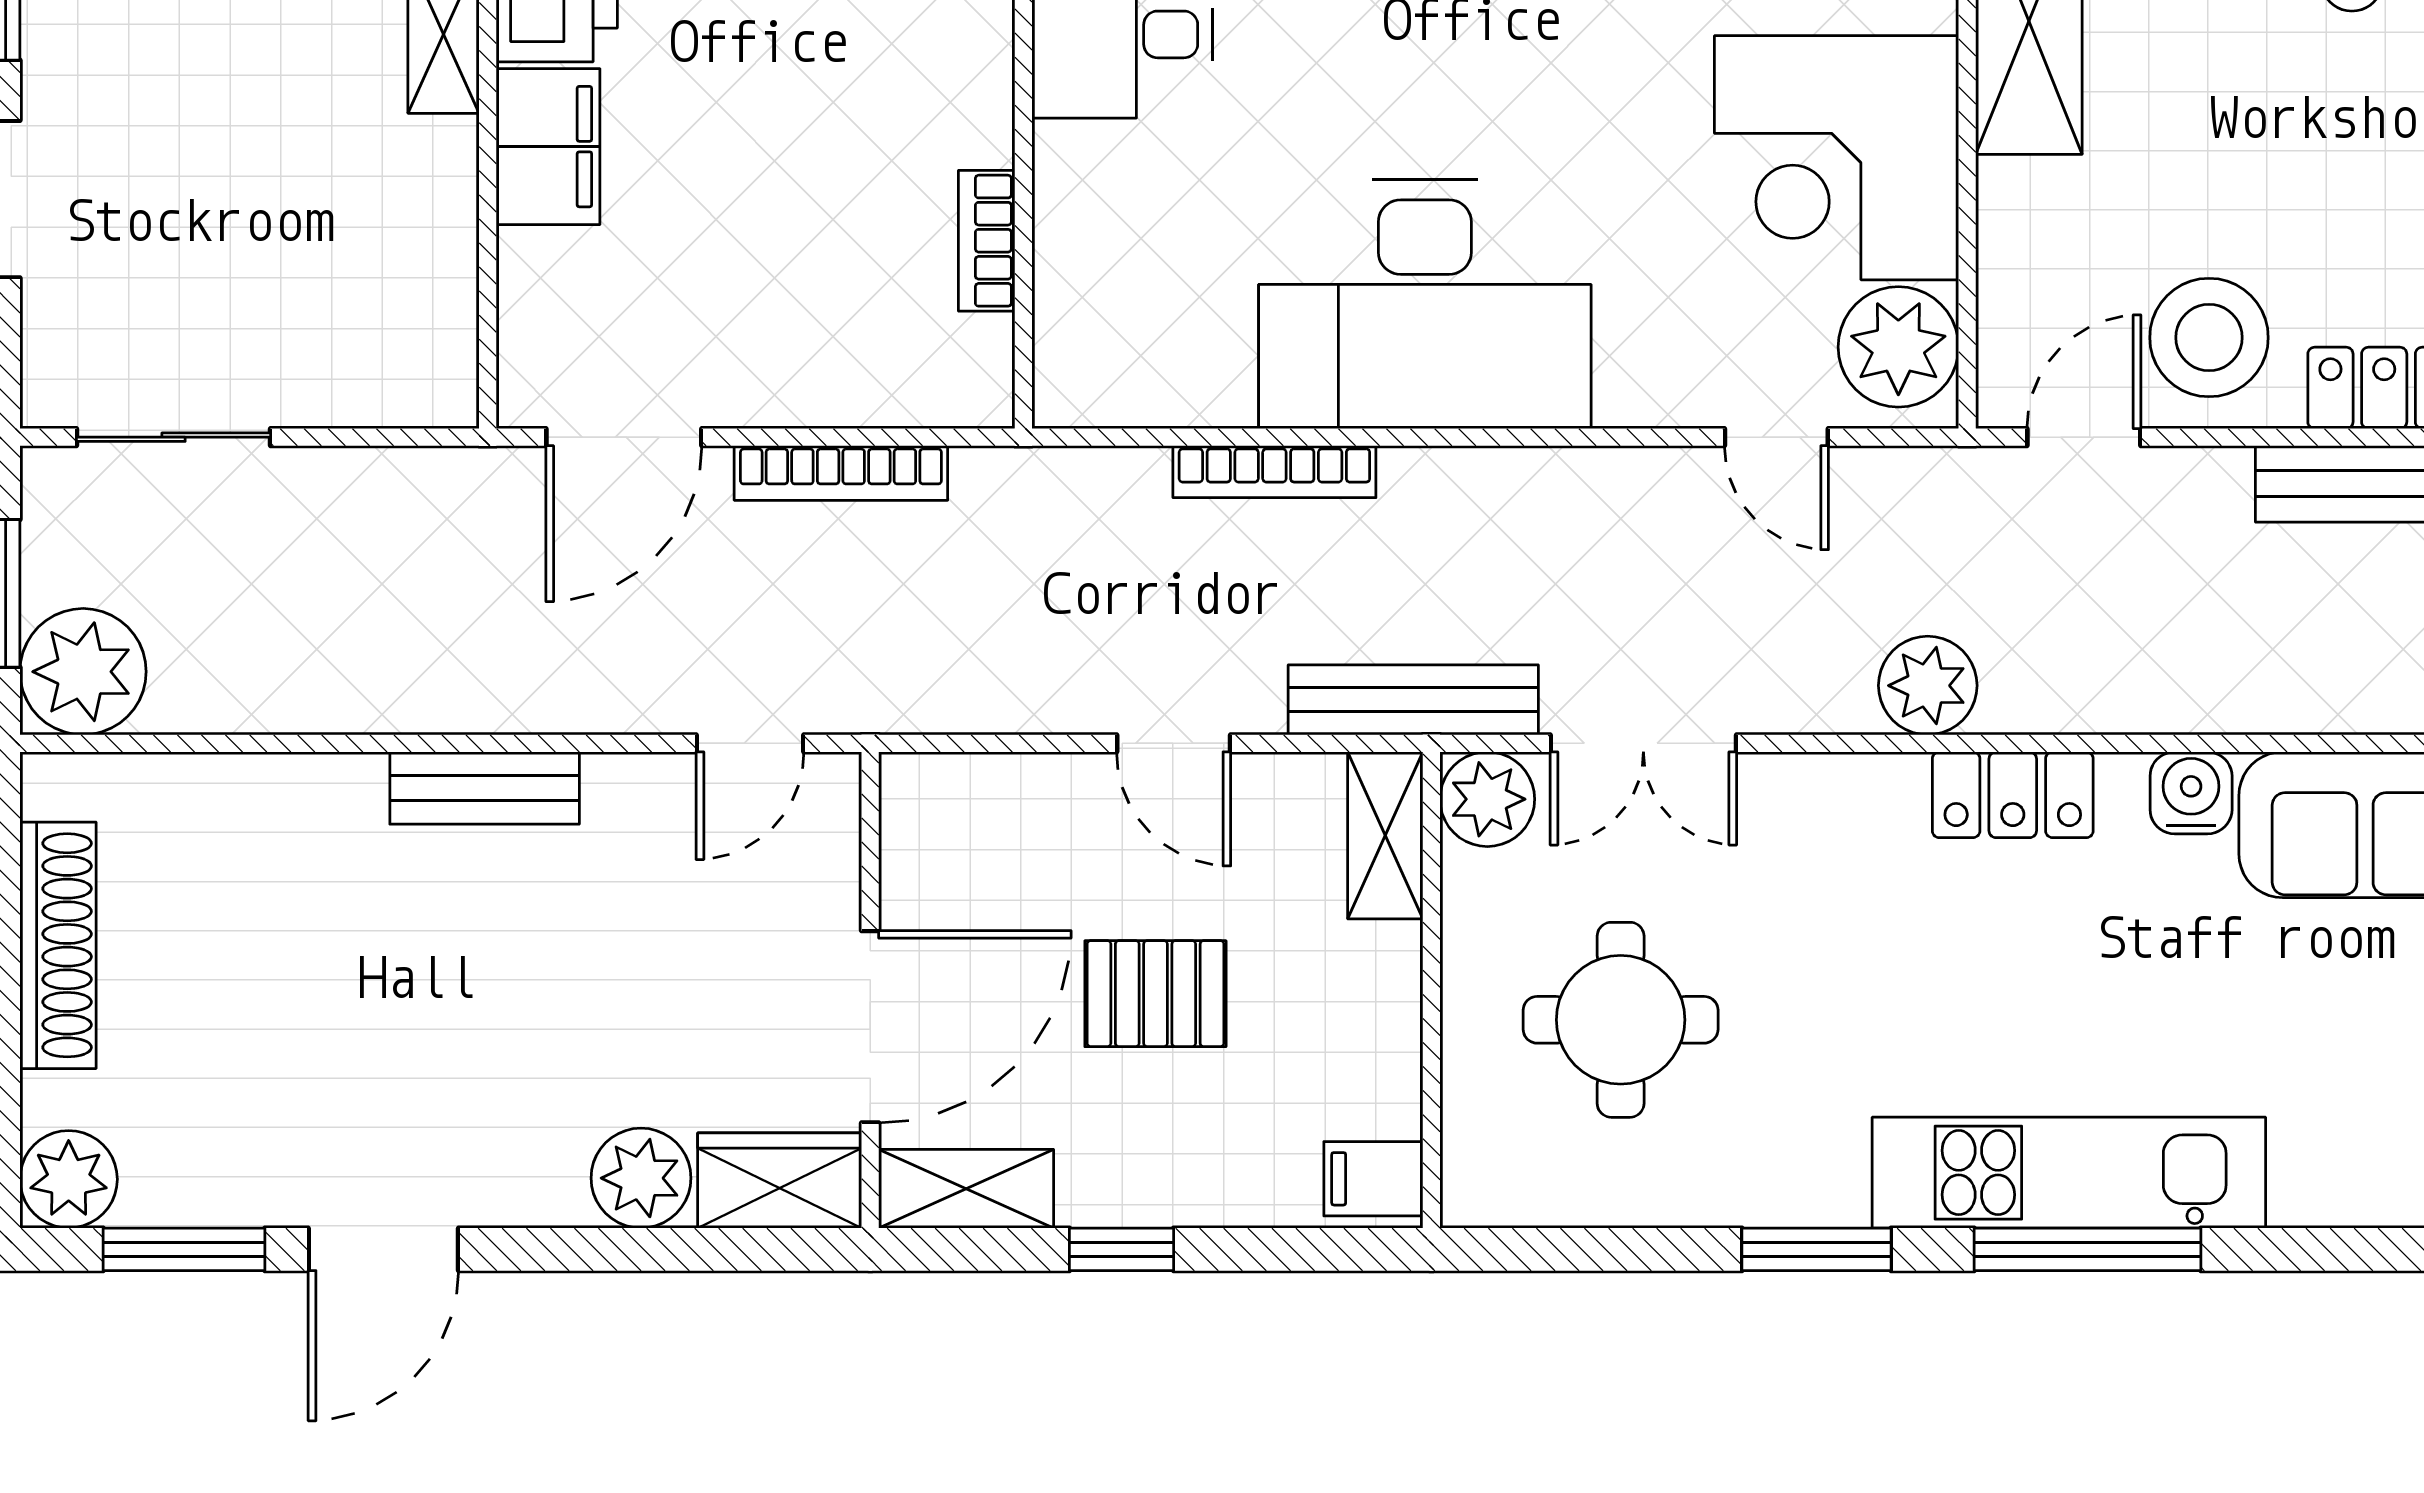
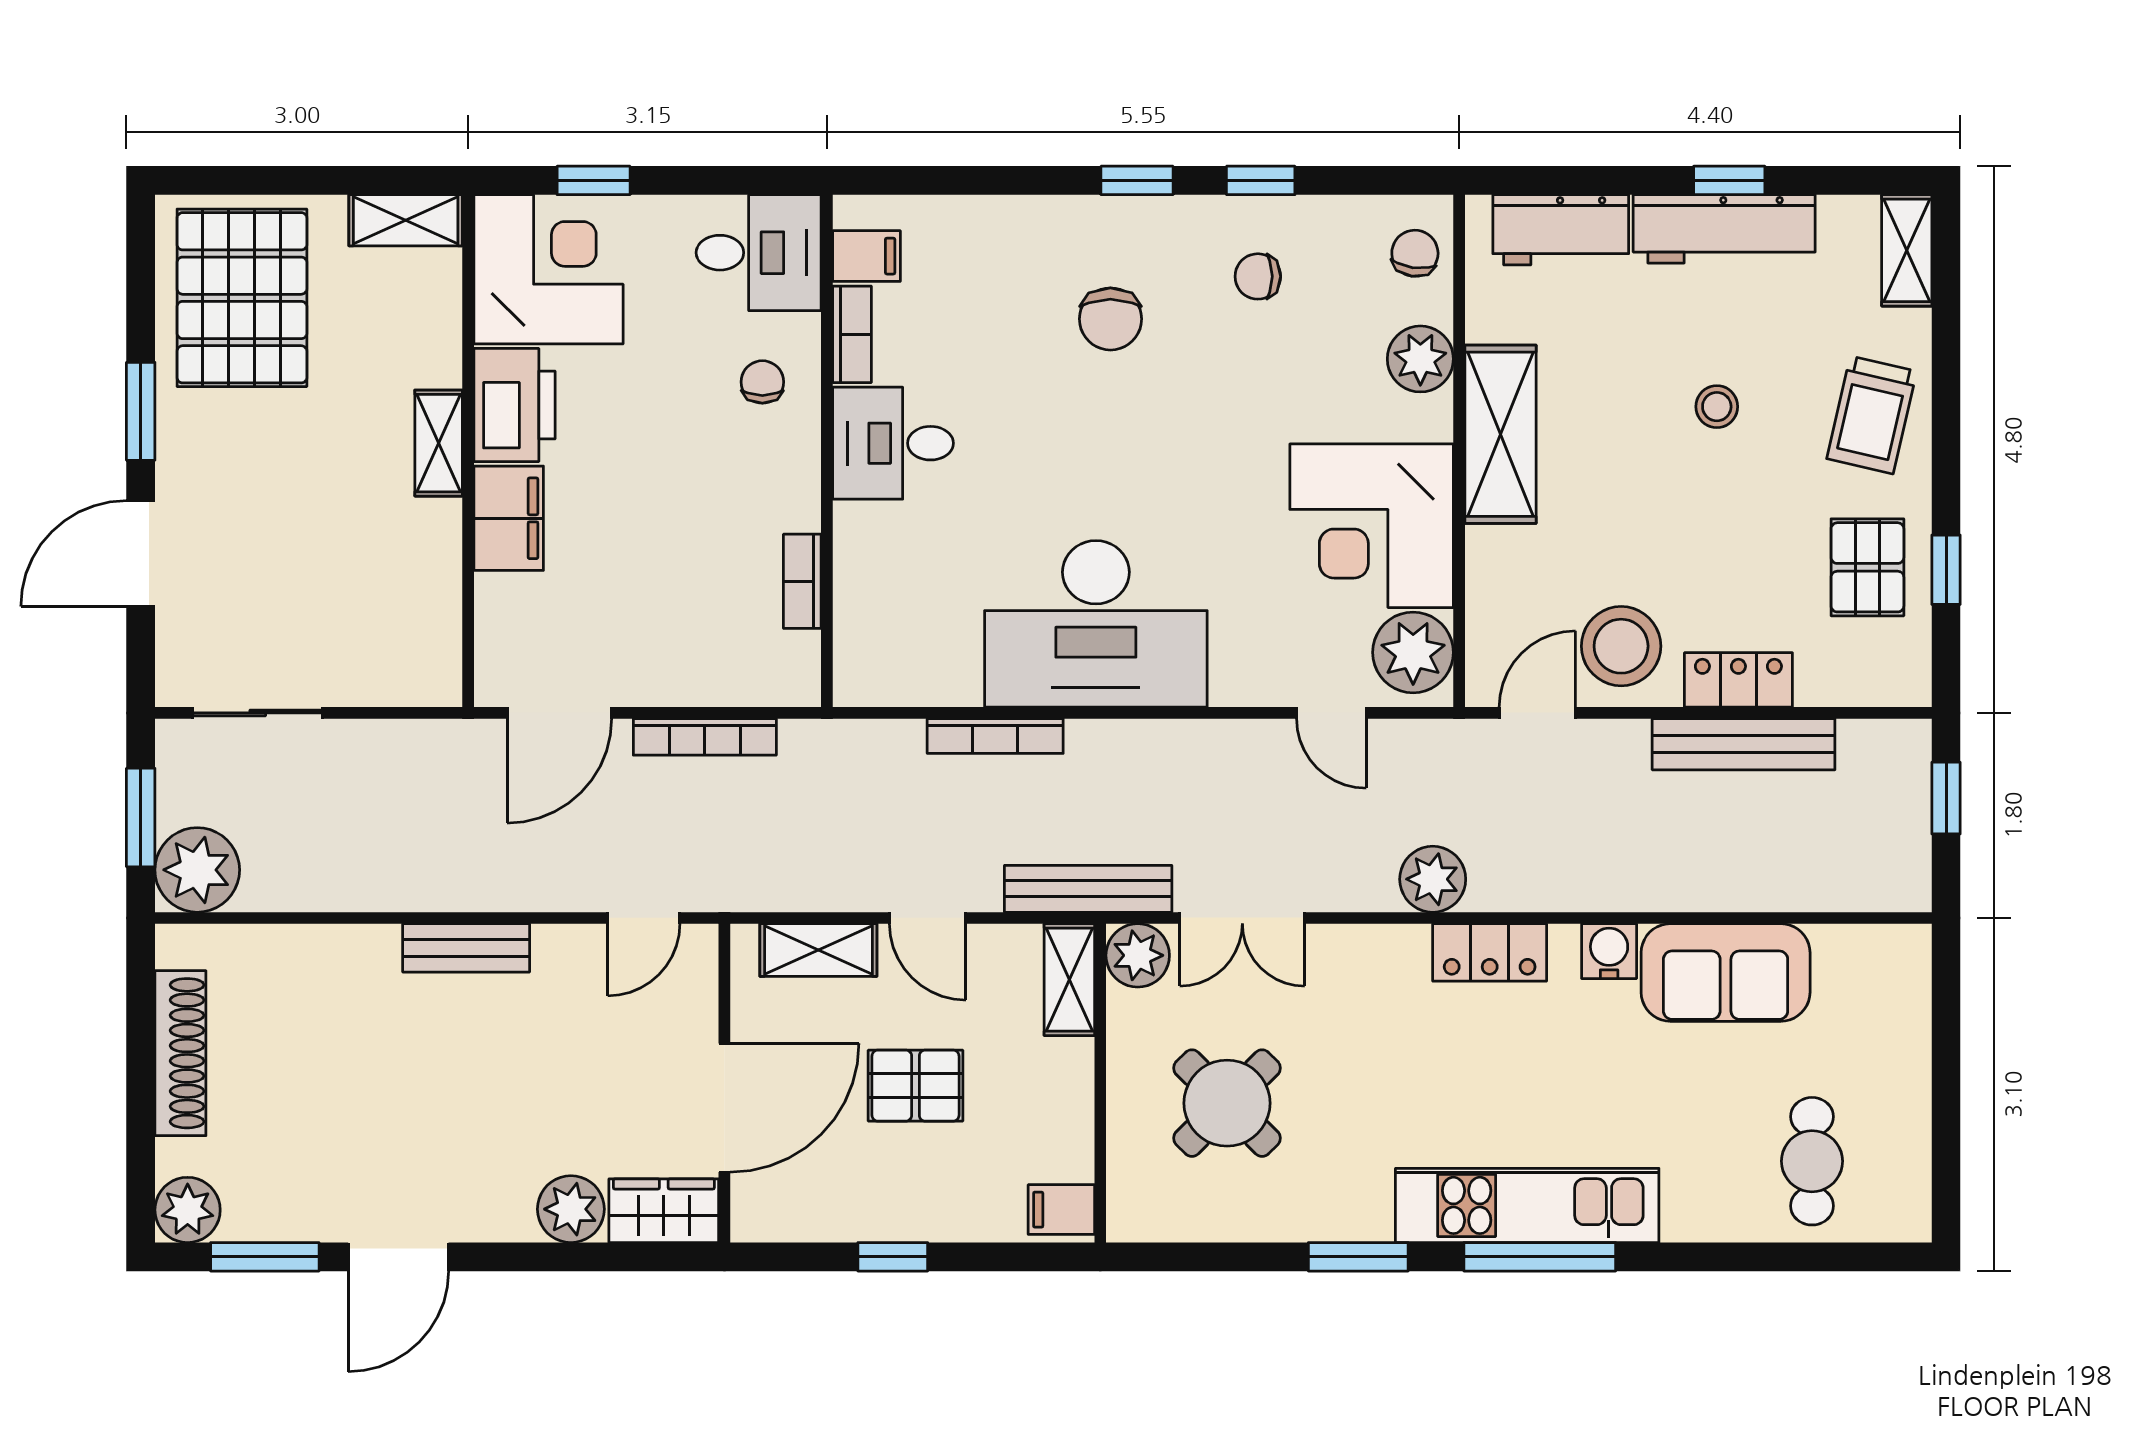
round table: (1621, 1020) -> (1227, 1103), turned 45
shelving: (966, 1189) -> (818, 950), moved

